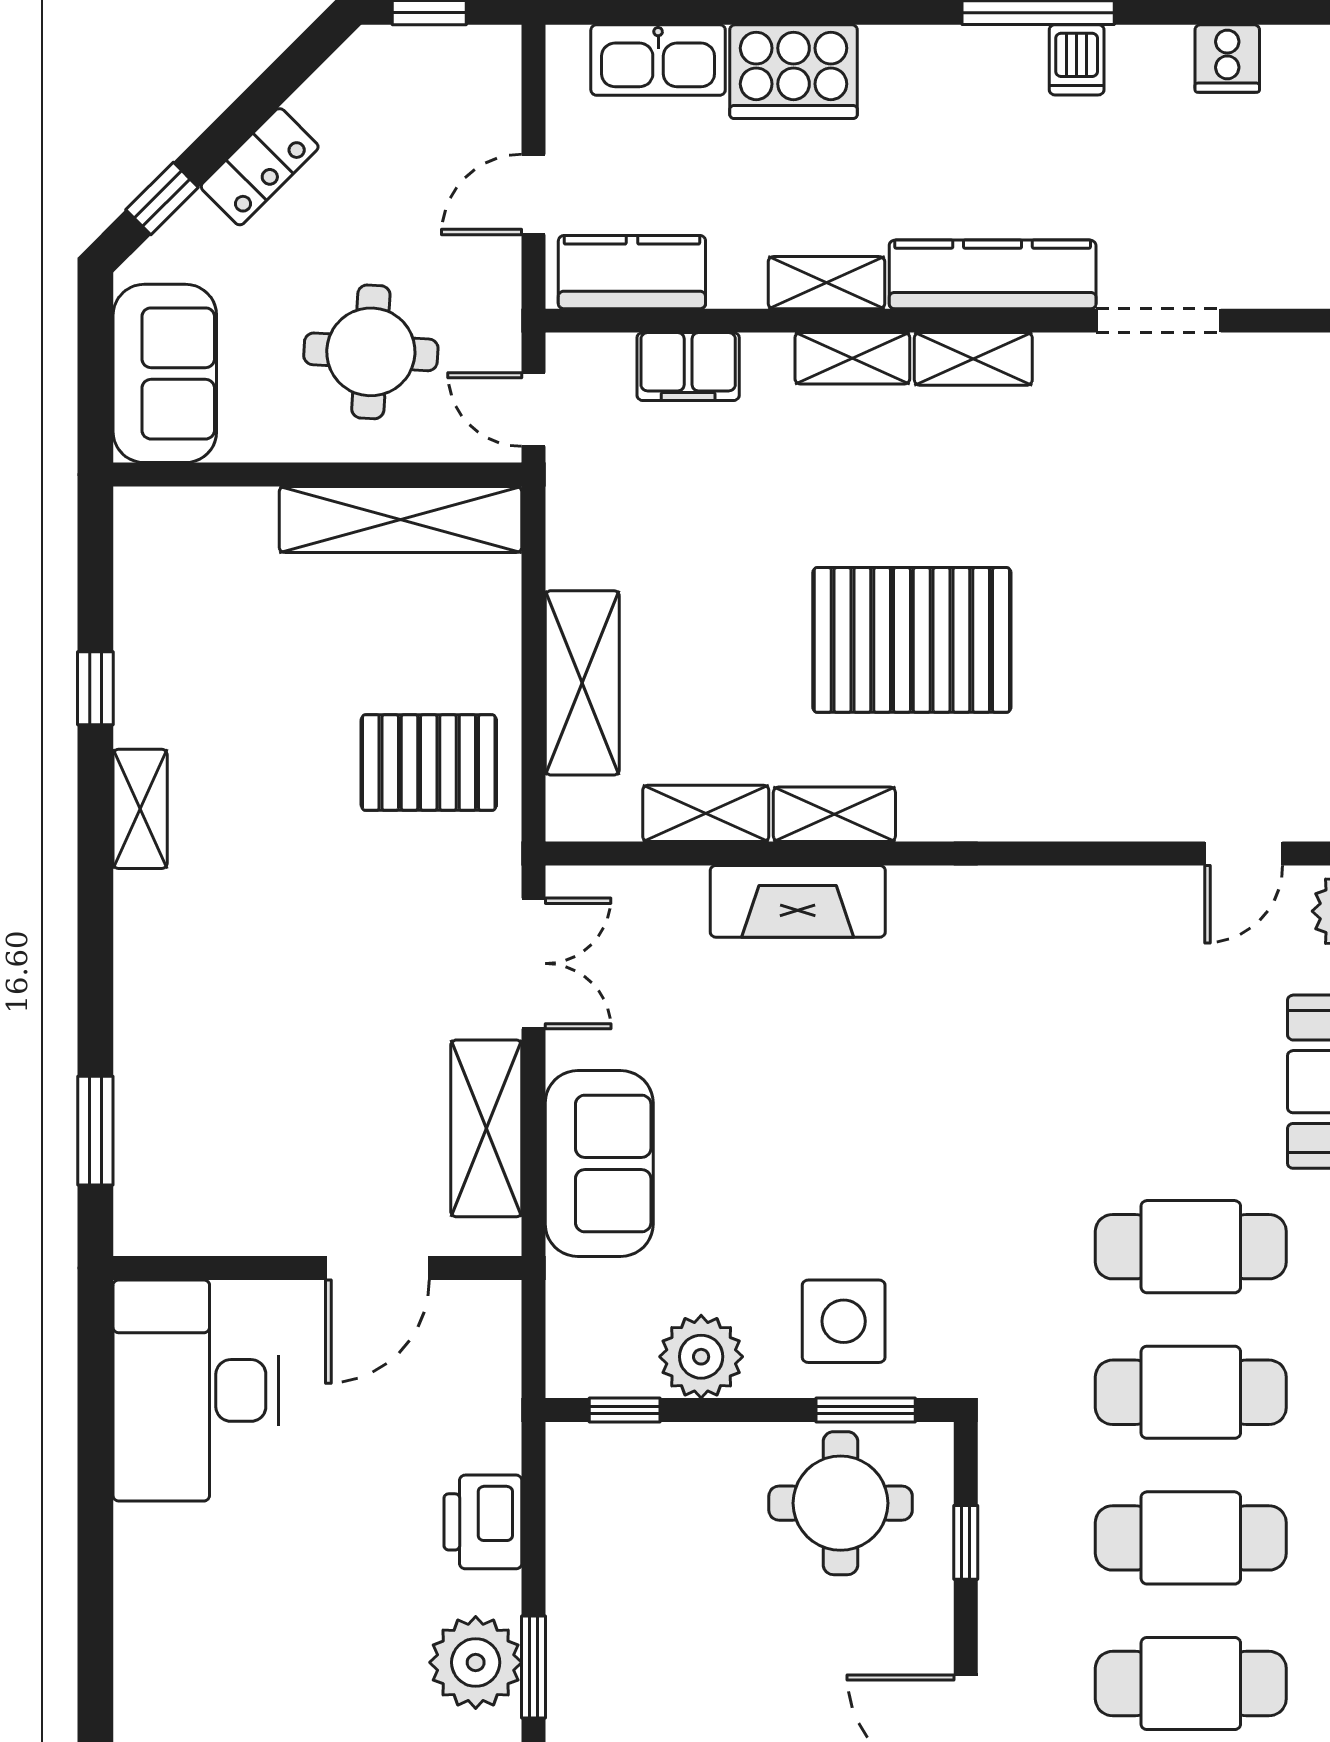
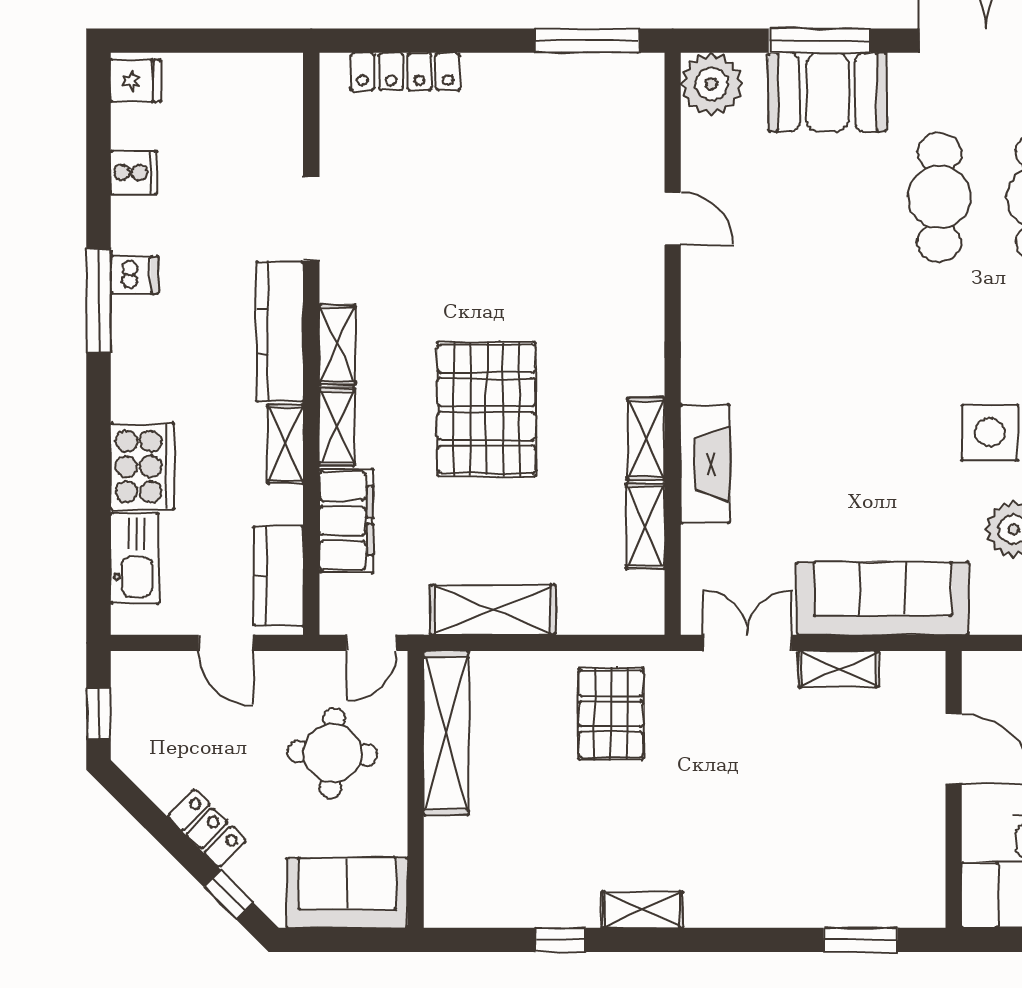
filing cabinet: (688, 367) -> (346, 521), width x1.50, depth x1.17
pallet: (912, 640) -> (486, 409), moved
shelving: (582, 683) -> (493, 610), moved
door: (1244, 854) -> (673, 219), moved
shelving: (486, 1128) -> (839, 669), width x0.67, depth x0.75
sofa: (599, 1163) -> (883, 598), width x1.36

